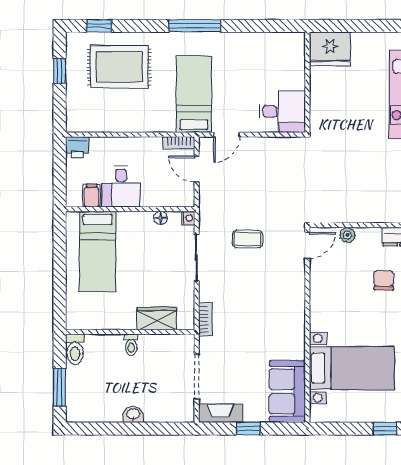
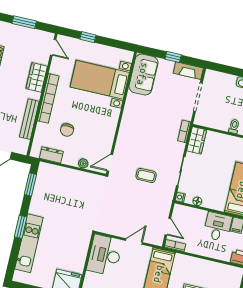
desk: (282, 111) -> (105, 255), width x1.37
door: (226, 135) -> (134, 241), moved
wardrobe: (157, 319) -> (197, 140), moved, turned -90

